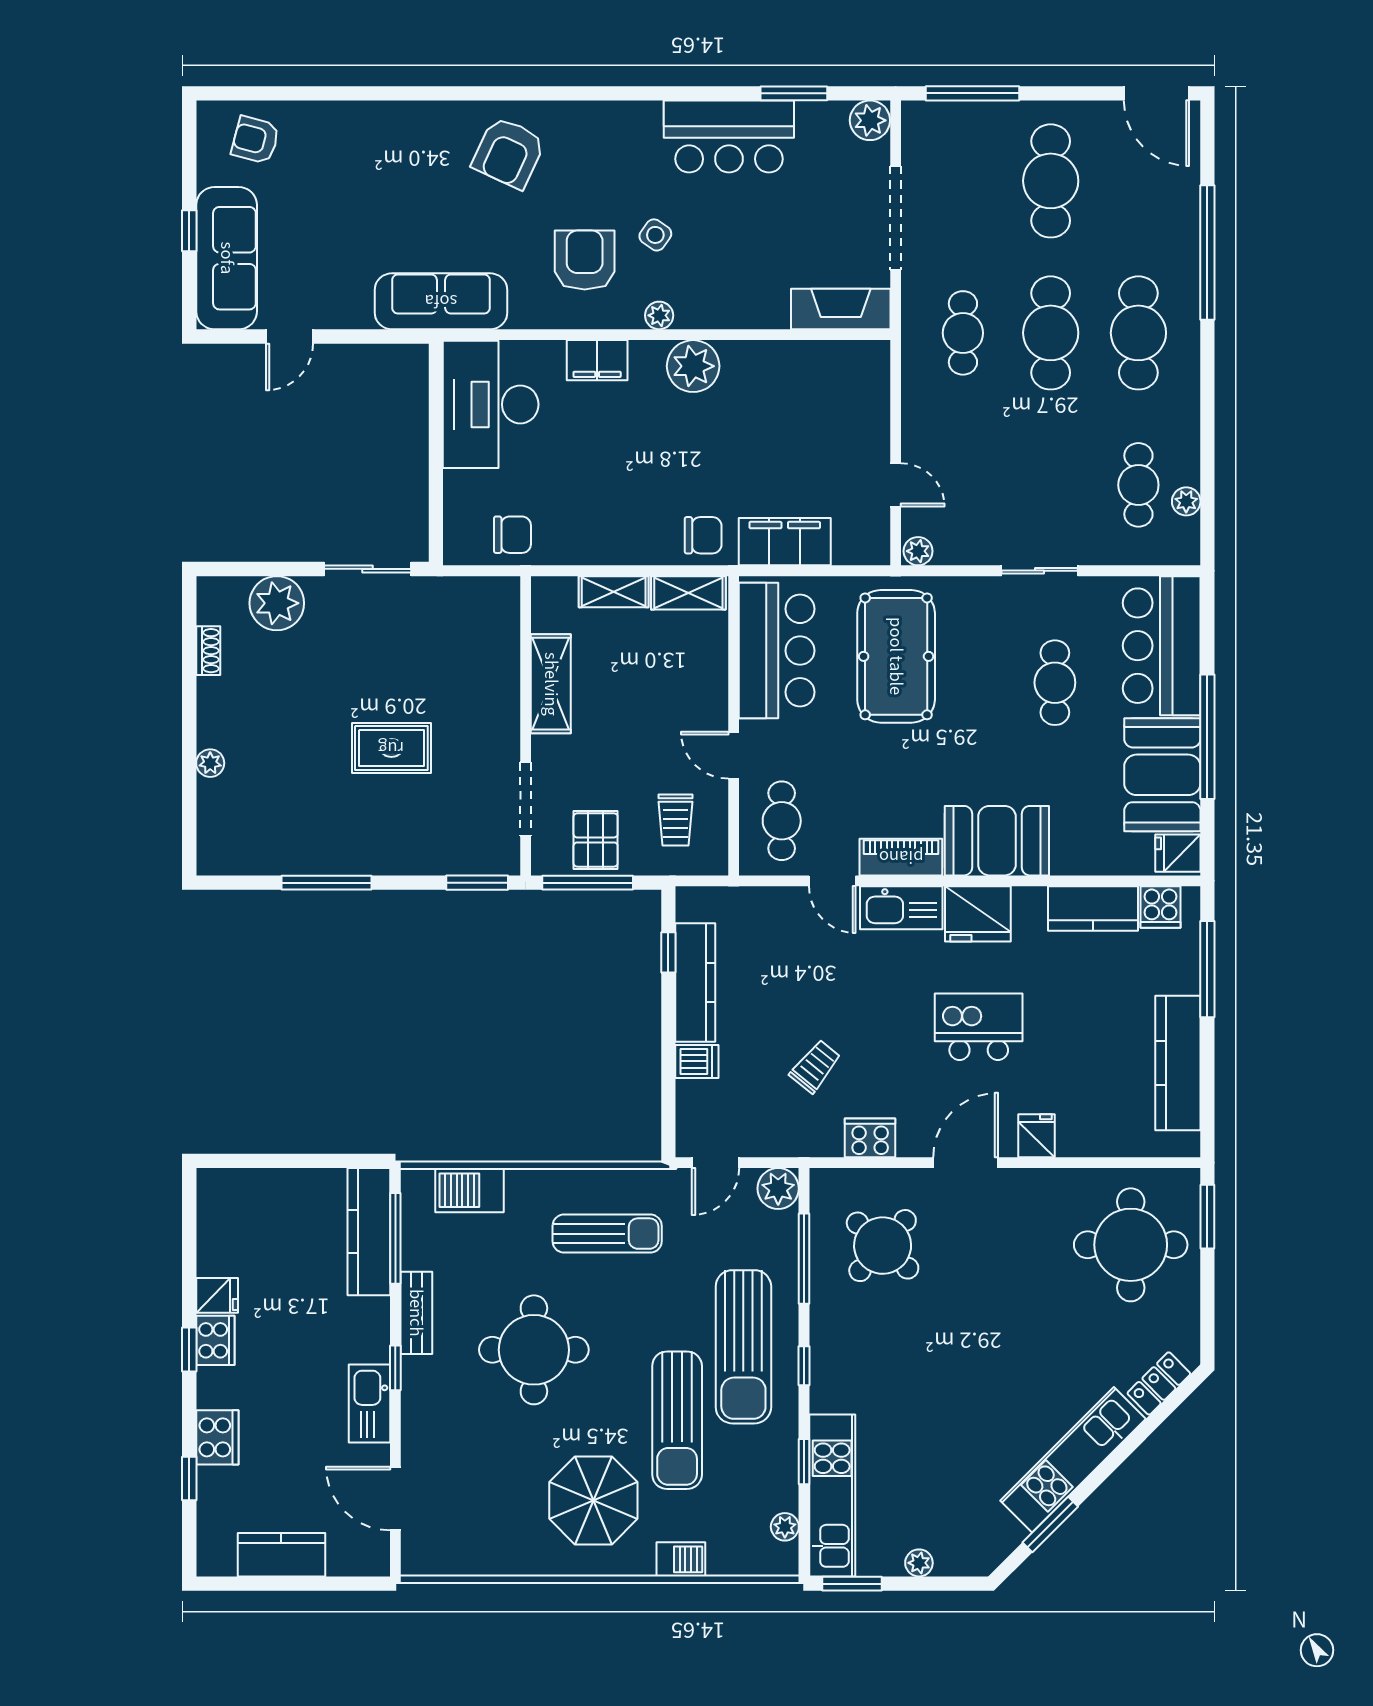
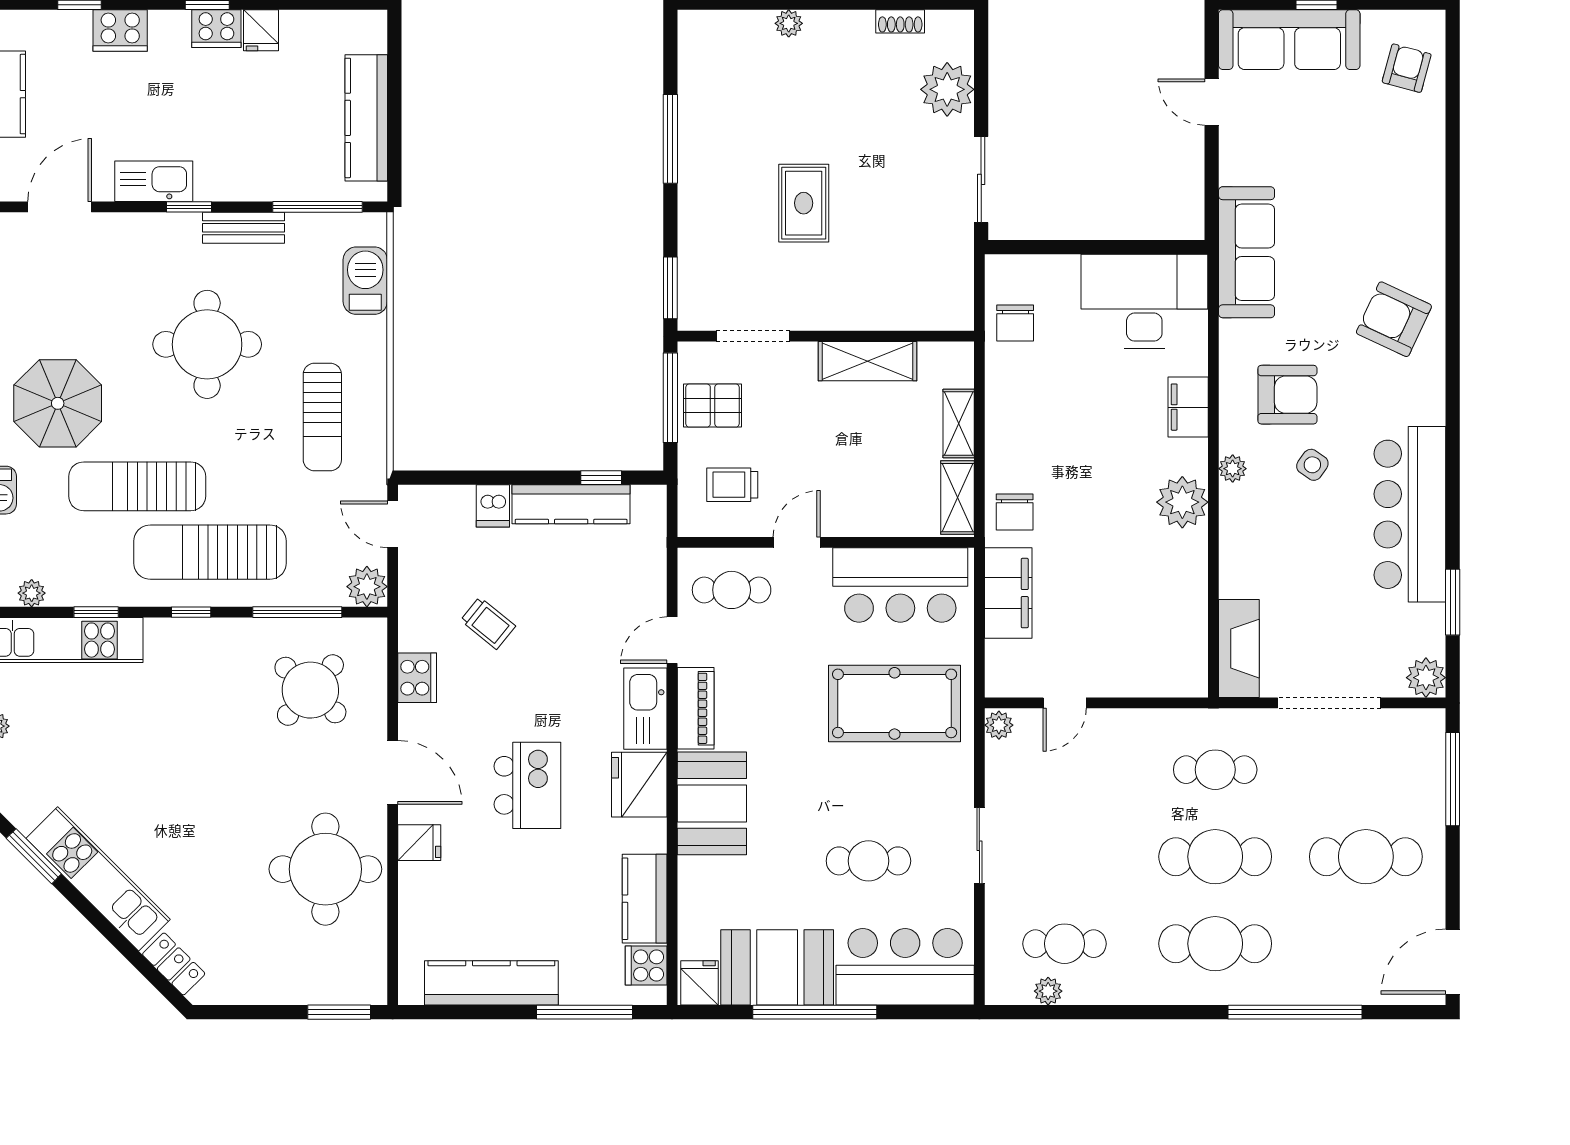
bar counter: (729, 137) -> (1410, 514), width x1.36
kitchen counter: (369, 1232) -> (366, 118), moved, turned -90
round table: (1131, 1245) -> (325, 869), moved

